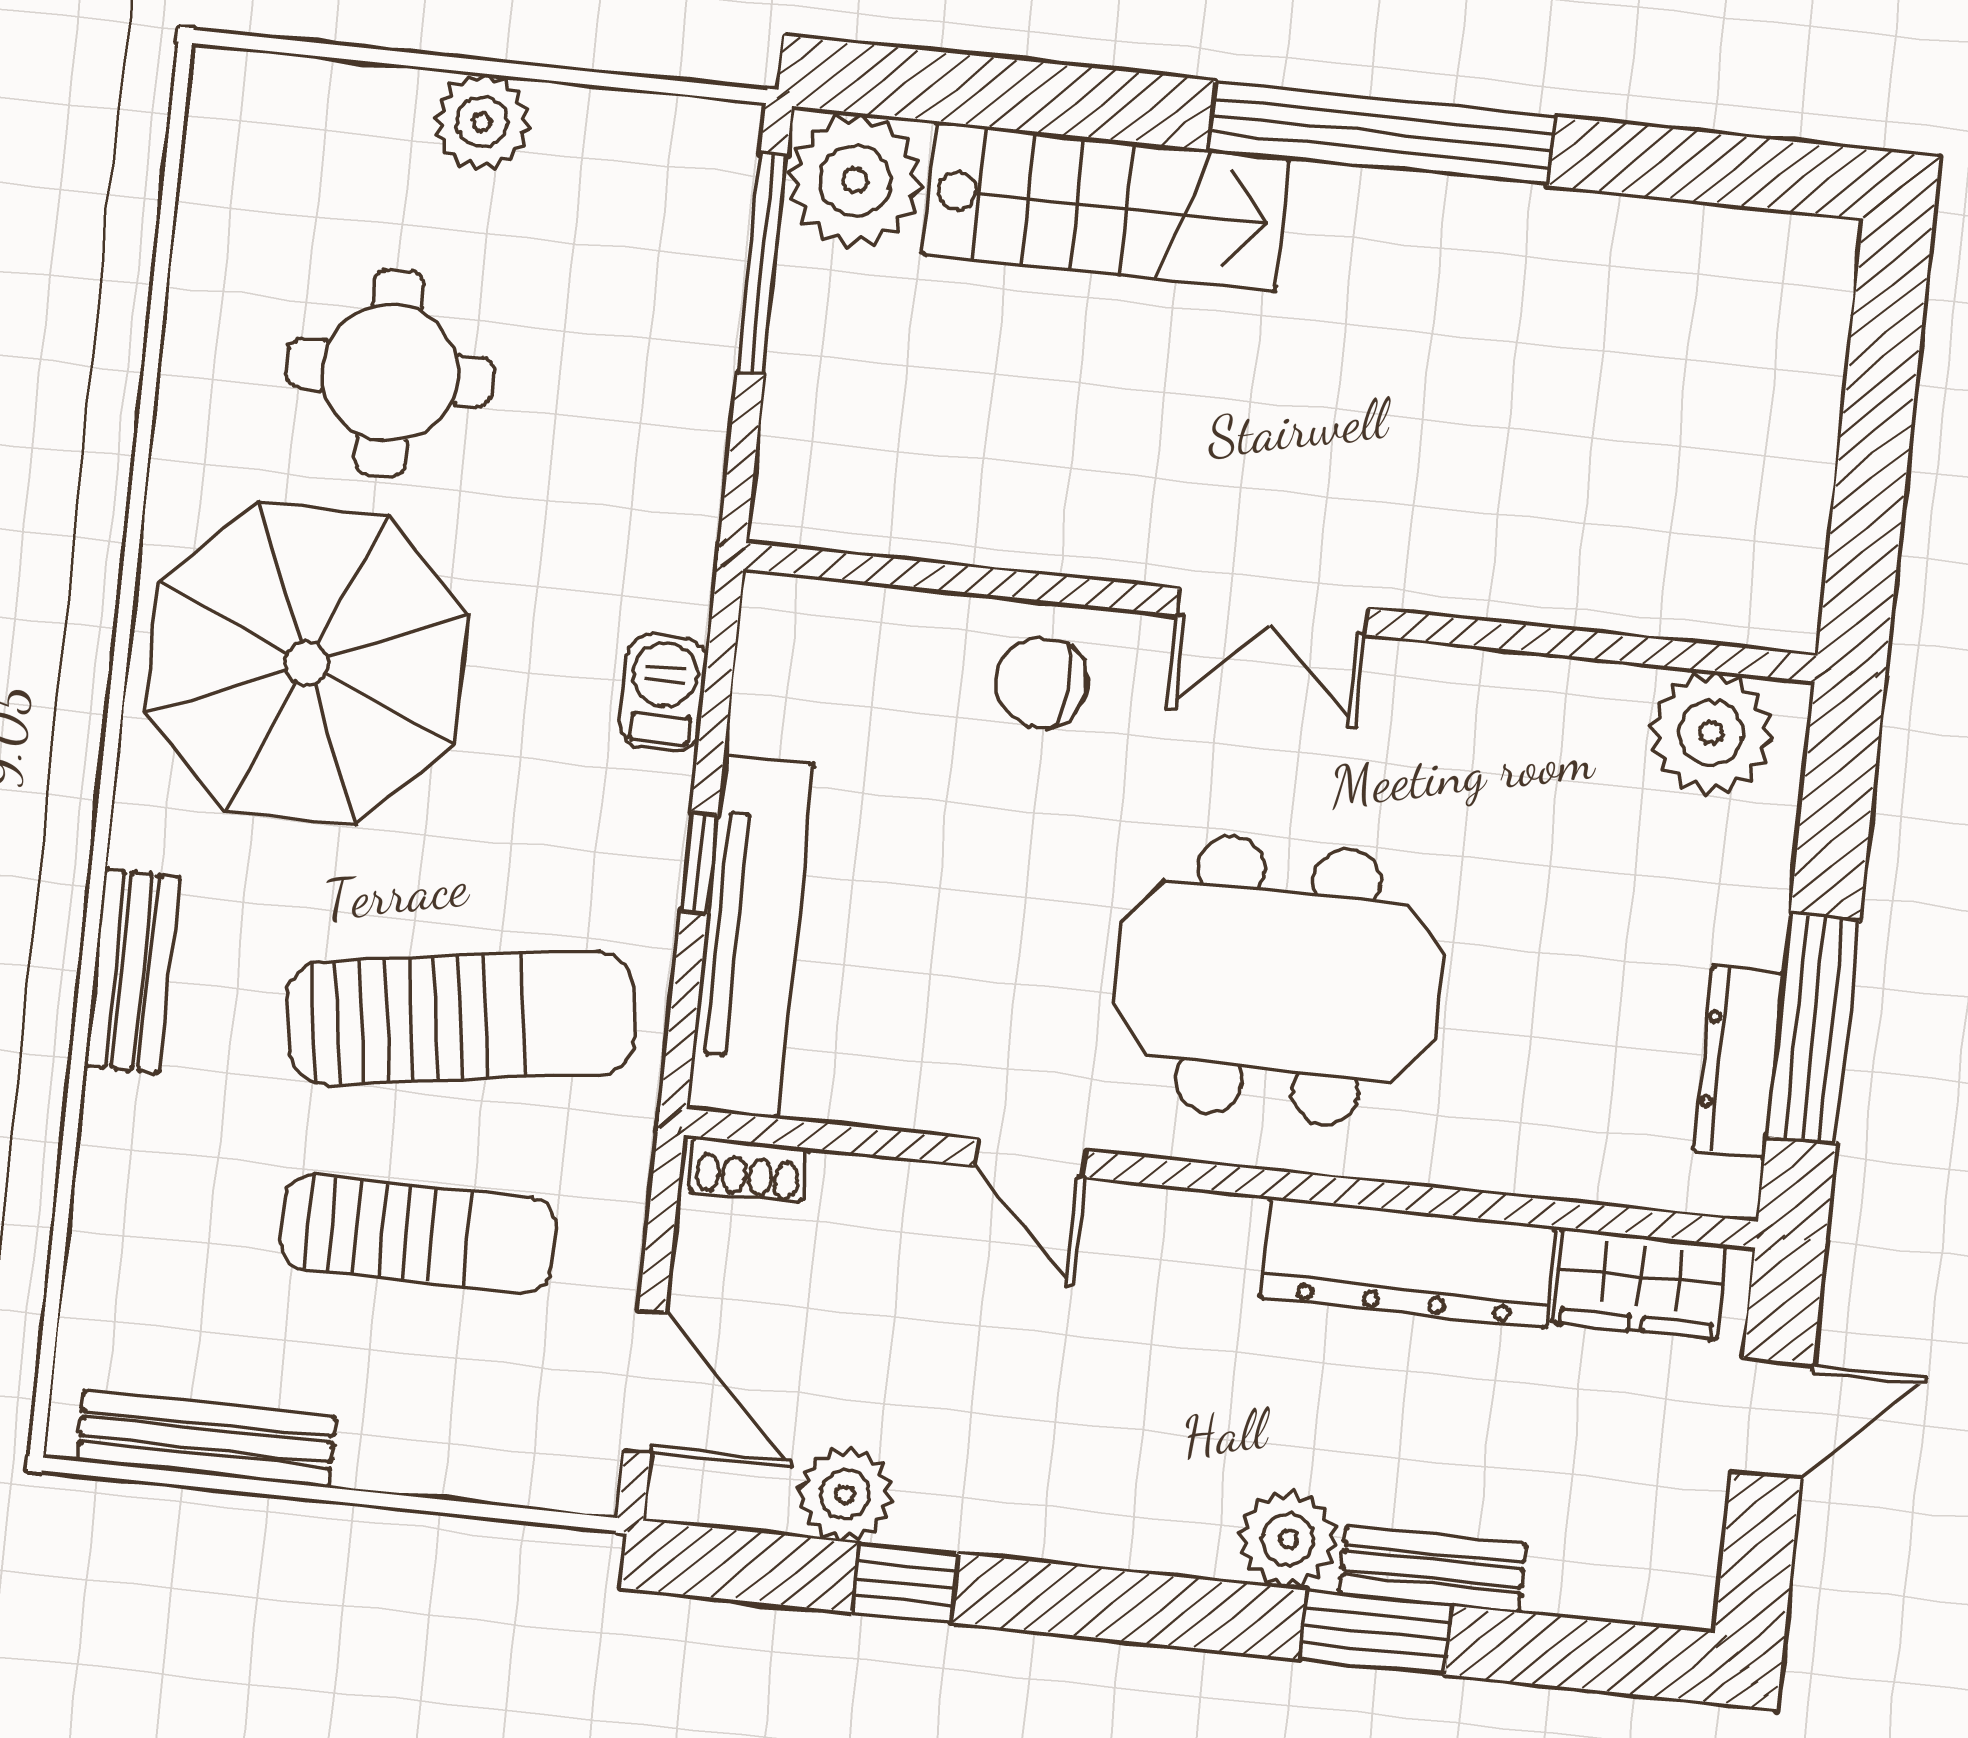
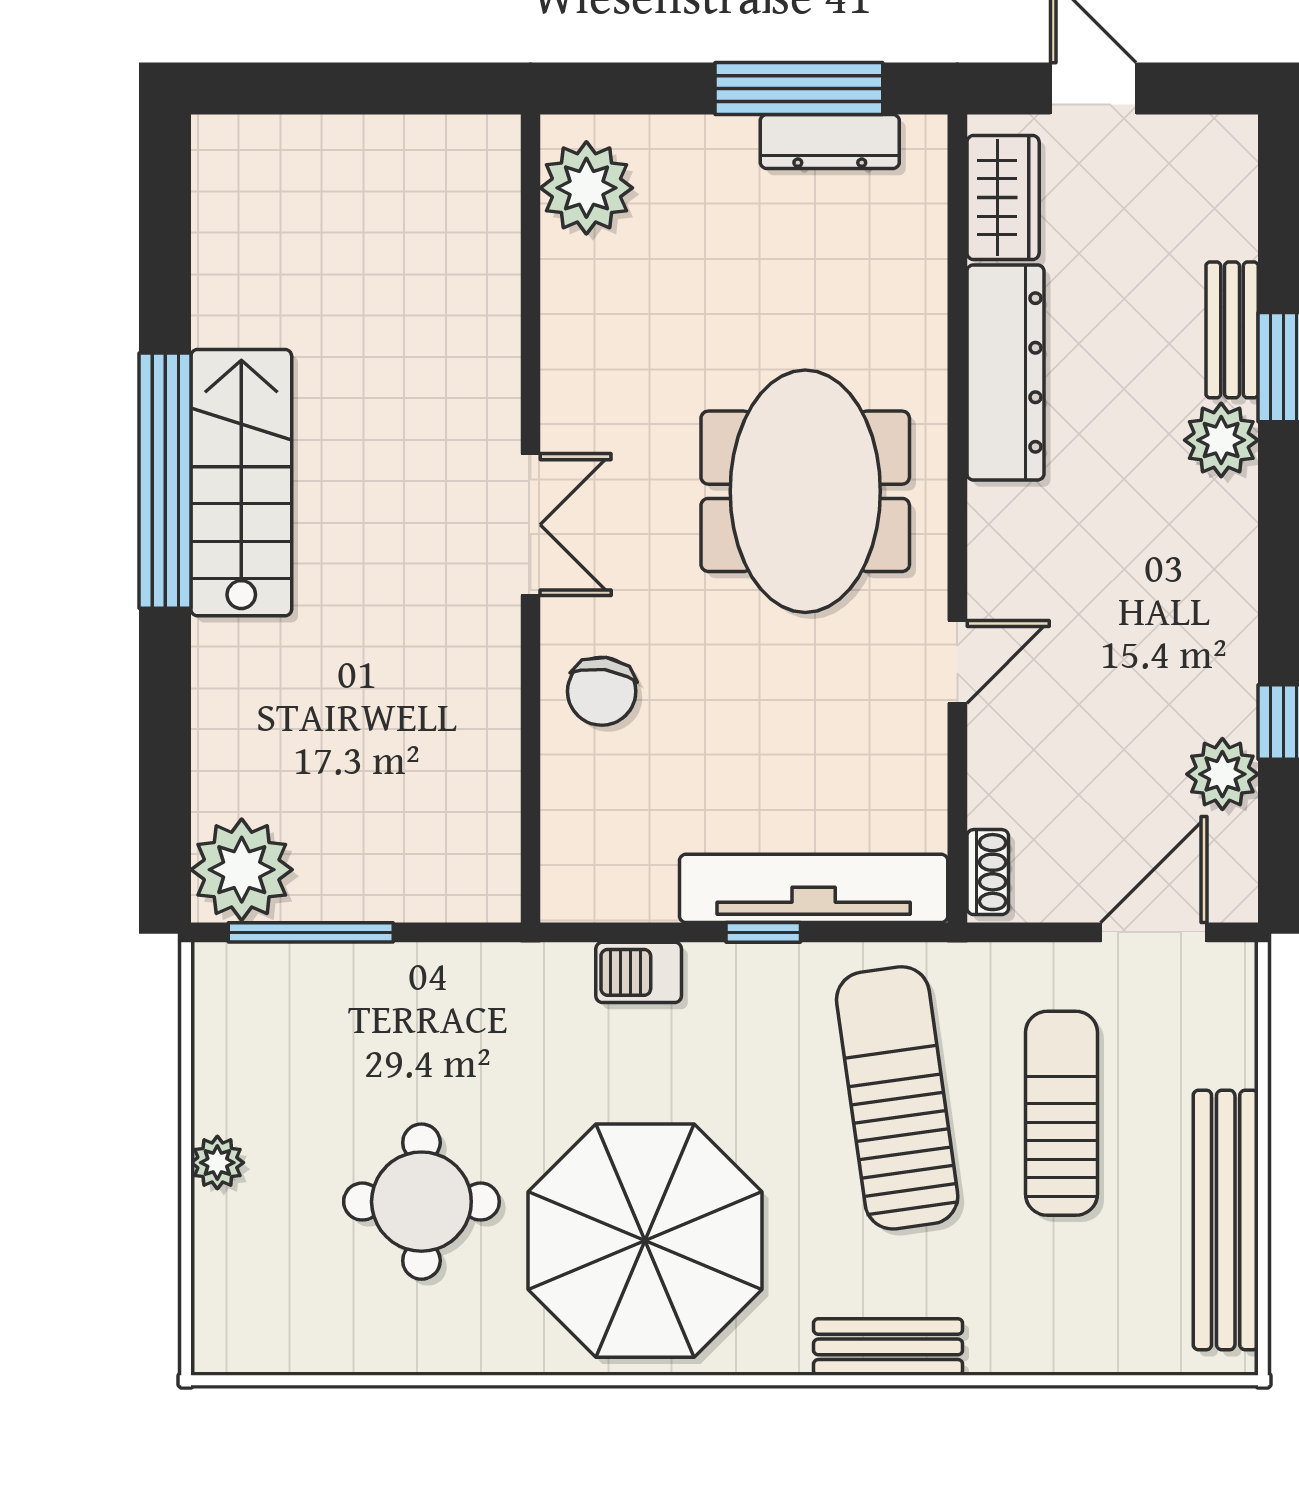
plant: (482, 122) -> (217, 1163), width x0.73, depth x0.73
stairs: (1106, 206) -> (241, 483), moved
bench: (206, 1439) -> (1226, 1220), width x1.37, depth x1.21

